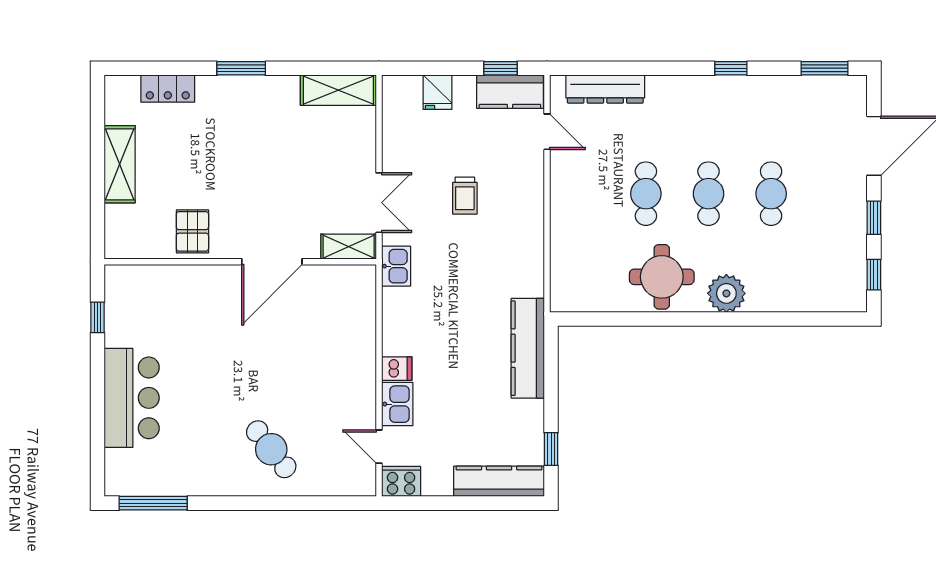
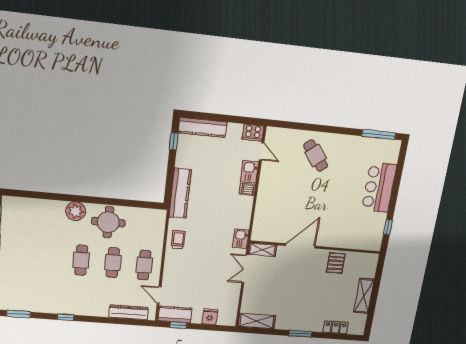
cafe table: (771, 194) -> (144, 265), moved
trolley: (465, 196) -> (178, 240), moved

